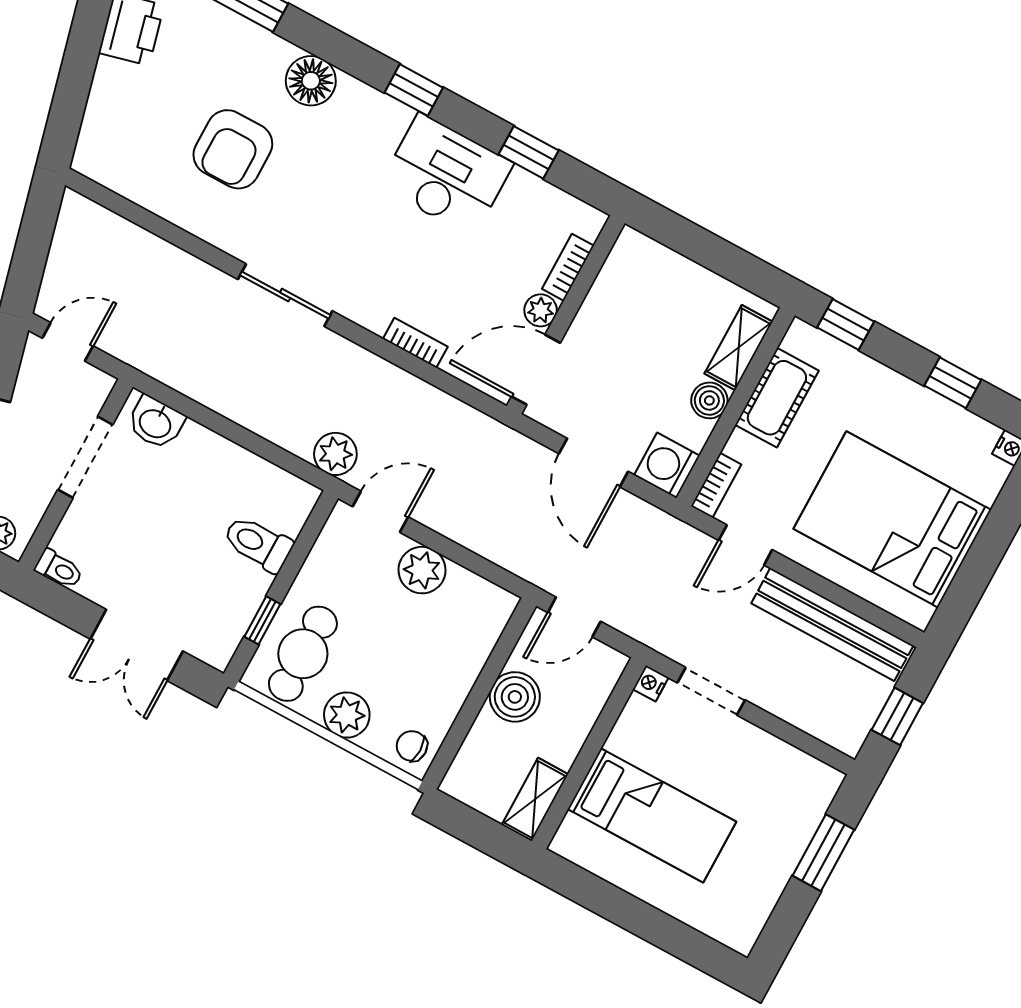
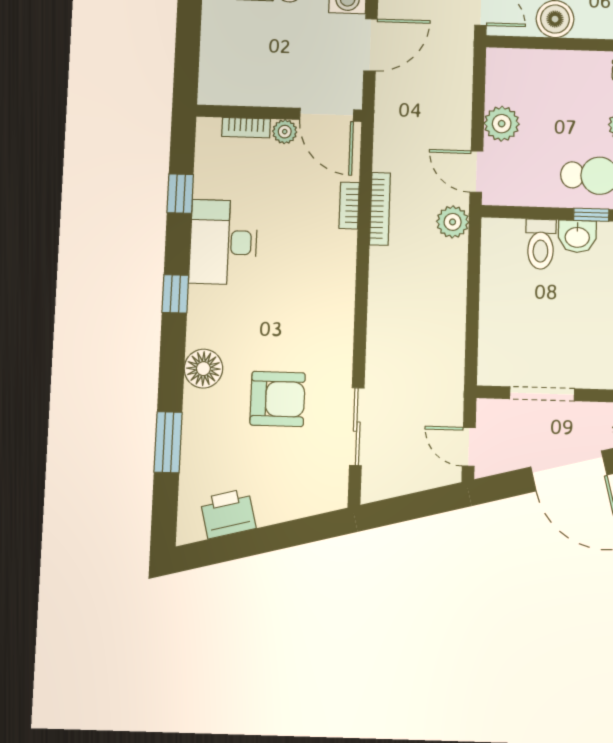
sliding door: (285, 295) -> (357, 427), moved
bookcase: (393, 377) -> (380, 209), added
washbasin: (156, 423) -> (577, 236), moved, turned 90

